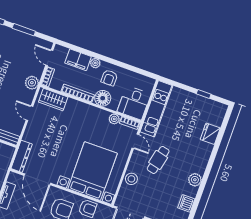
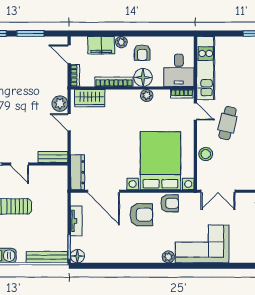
plant: (32, 83) -> (60, 104), moved
plant: (114, 119) -> (147, 95), moved

